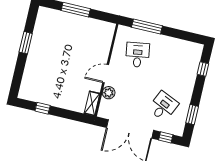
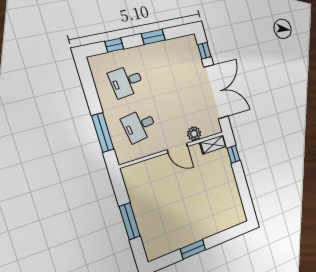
desk: (163, 106) -> (126, 81), moved, turned -30
window: (43, 108) -> (234, 154), moved
window: (192, 115) -> (153, 37), moved

